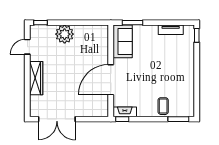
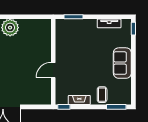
sofa: (123, 41) -> (122, 63), moved, turned 180
door: (111, 80) -> (53, 70), width x0.53
fireplace: (125, 112) -> (79, 100), moved

